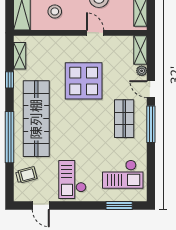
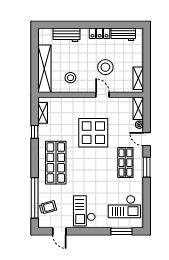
shop shelf: (36, 119) -> (56, 163), width x0.71
window: (151, 124) -> (147, 167), width x0.69
window: (10, 137) -> (35, 198), moved

